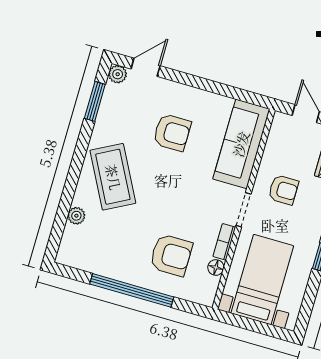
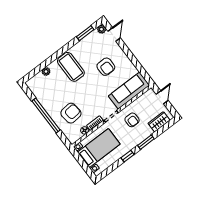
door: (146, 67) -> (114, 34), hinge flipped
coffee table: (113, 177) -> (71, 67), turned -62
armchair: (171, 255) -> (71, 113), turned -96

